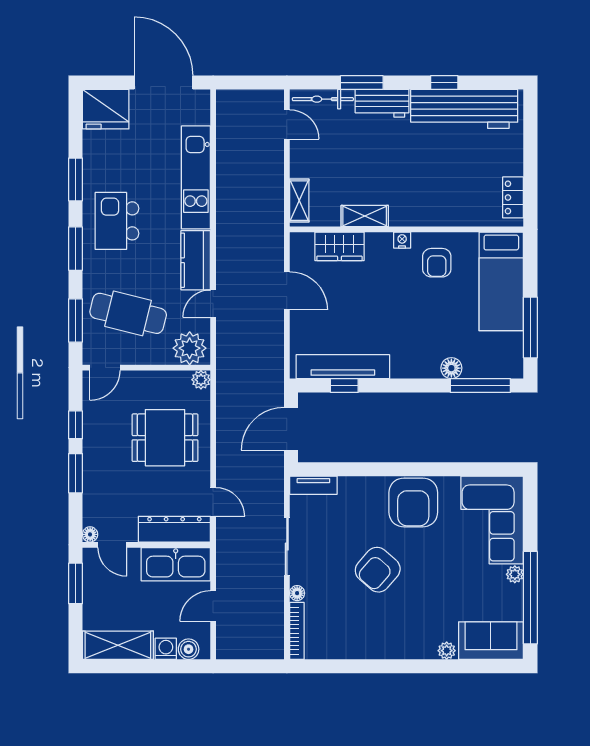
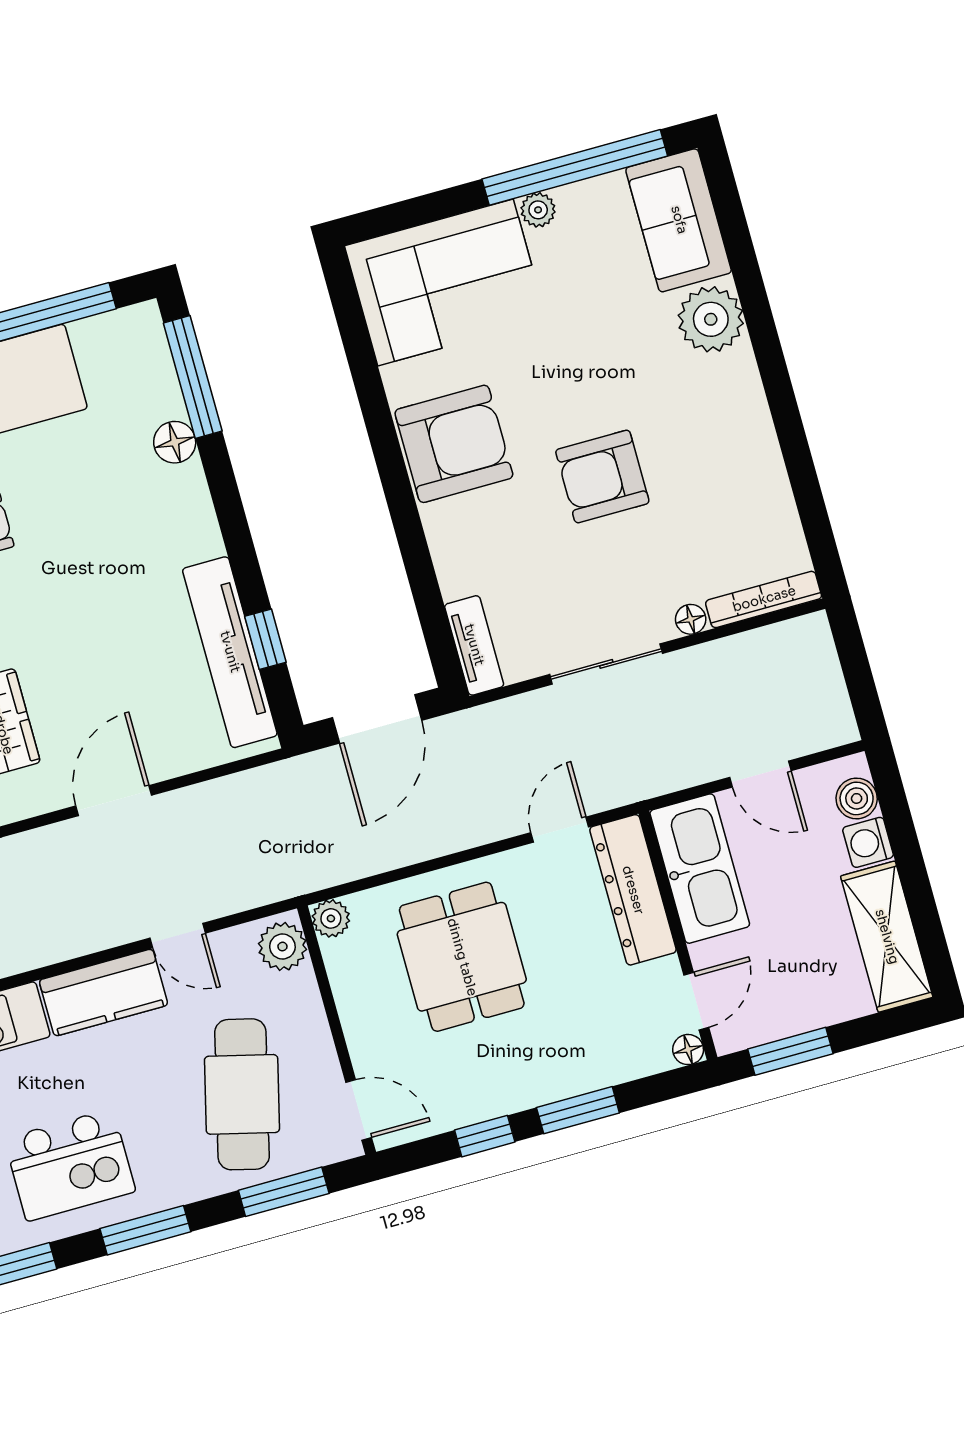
plant: (190, 348) -> (282, 946), width x0.73, depth x0.73
door: (291, 429) -> (377, 719), hinge flipped
armchair: (378, 570) -> (602, 476), turned 139
plant: (447, 651) -> (711, 319), width x1.87, depth x1.87

